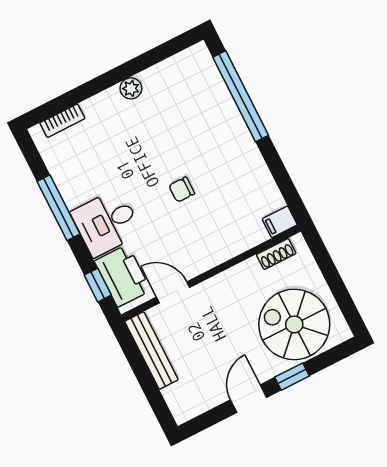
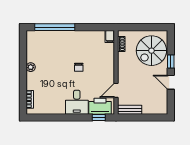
window: (58, 208) -> (62, 117), removed
bench: (151, 351) -> (130, 110), width x0.73

